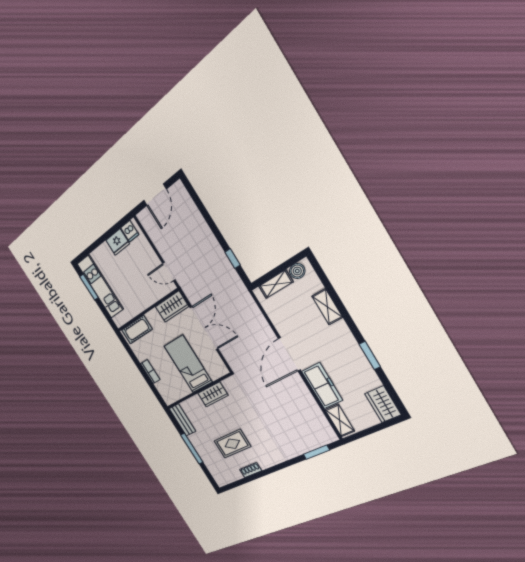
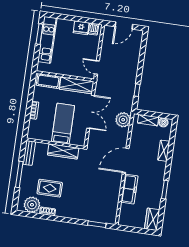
wardrobe: (172, 307) -> (77, 85), width x1.50
plant: (246, 308) -> (123, 120), added
wardrobe: (213, 394) -> (63, 151), width x1.50
shelving: (340, 420) -> (124, 214), removed
plant: (229, 472) -> (32, 205), added

